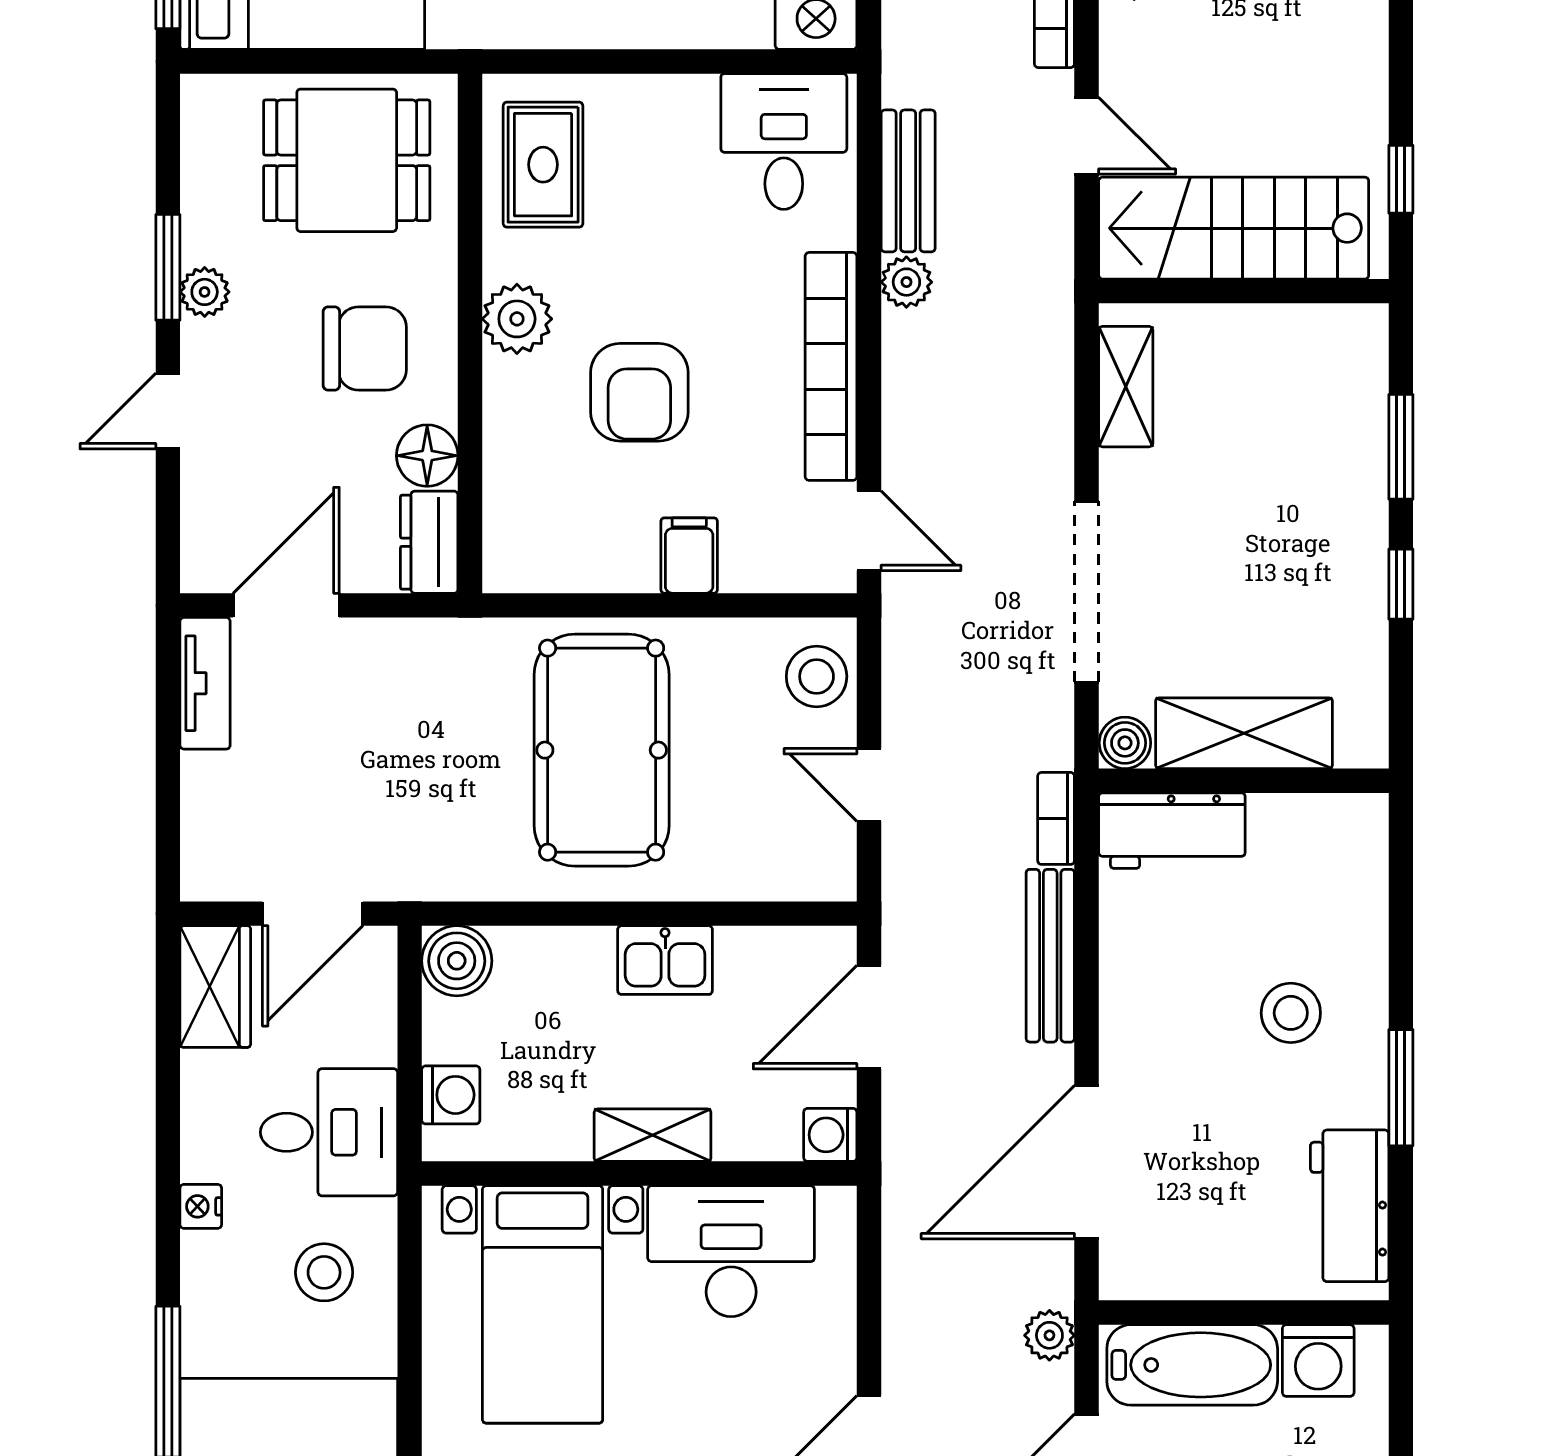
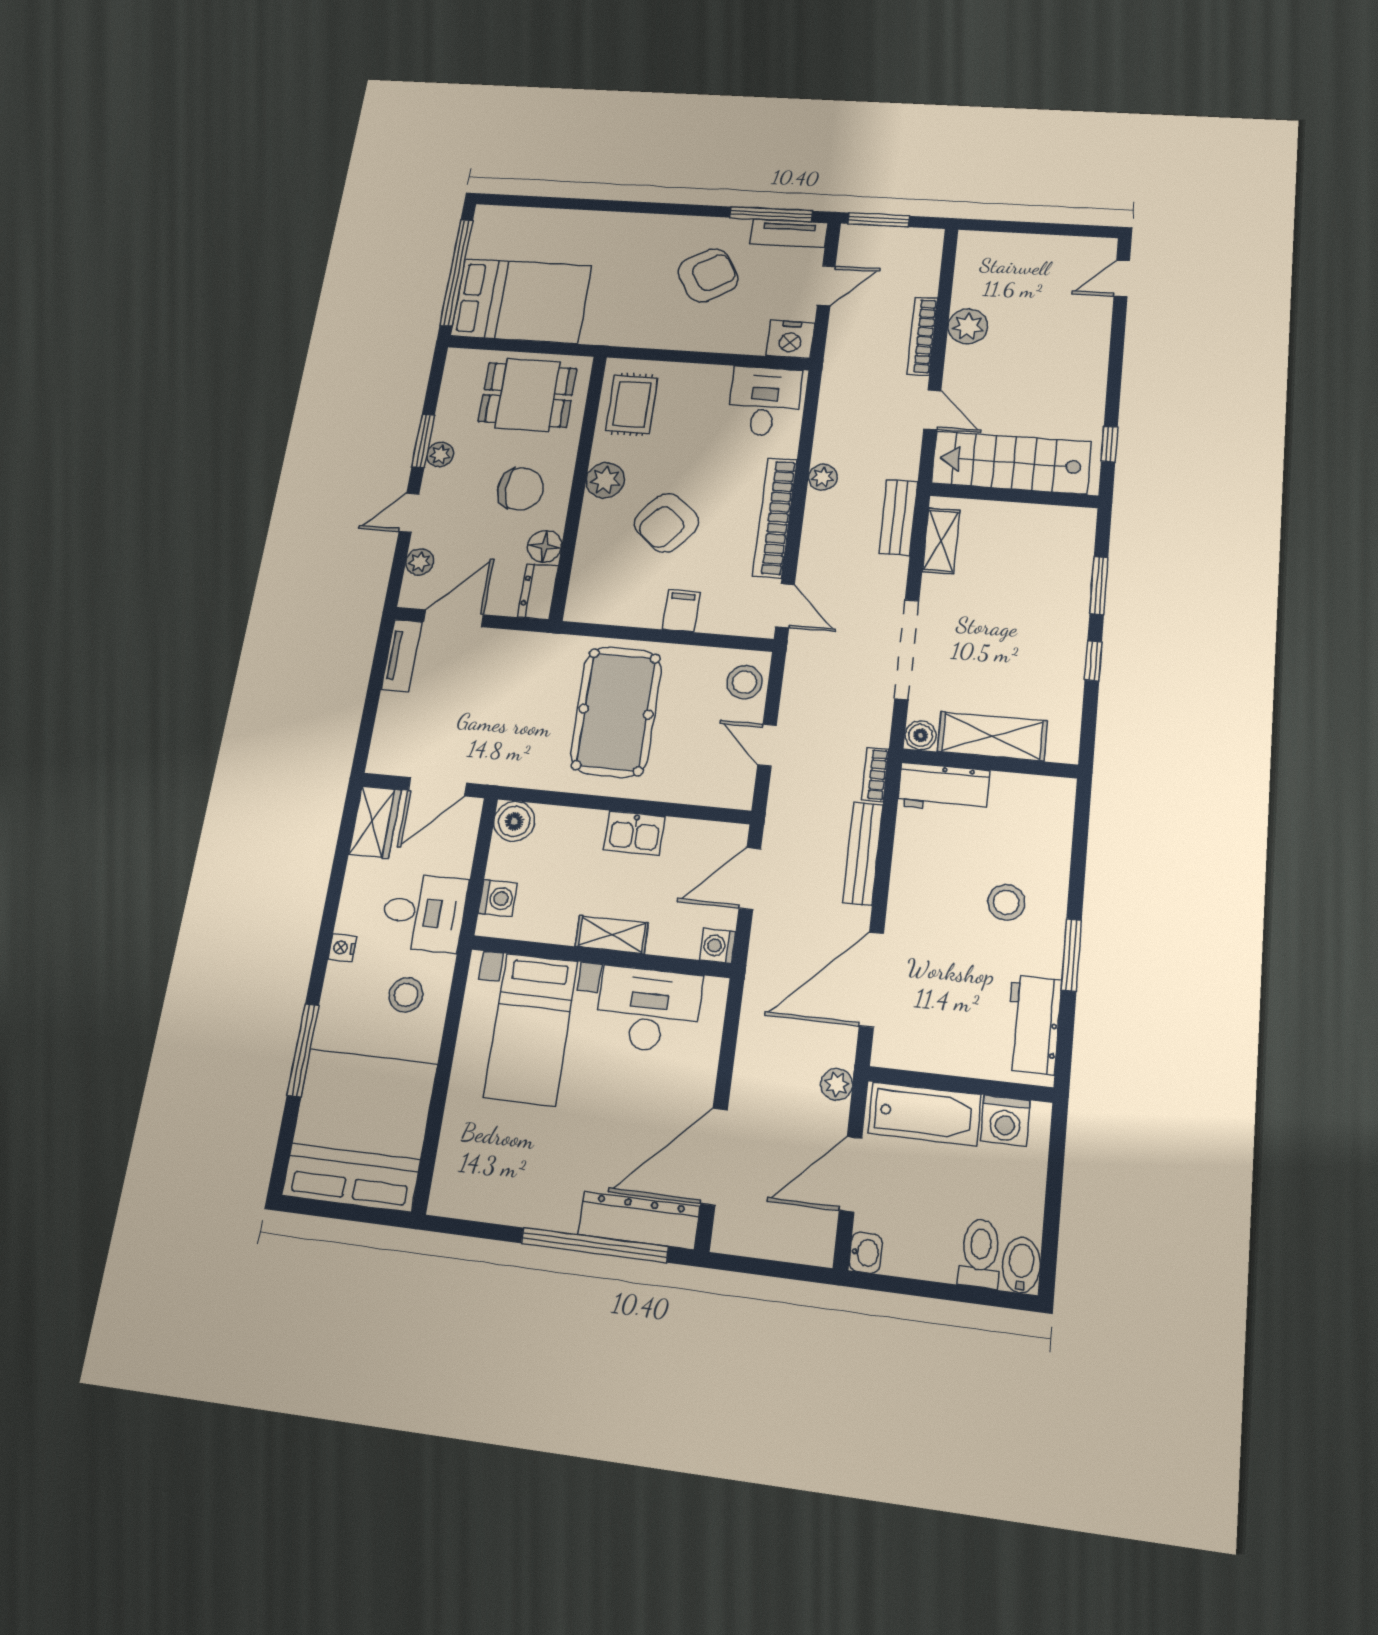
bench: (908, 181) -> (898, 517), moved
armchair: (639, 392) -> (666, 523), turned 40
plant: (205, 505) -> (420, 562), added

